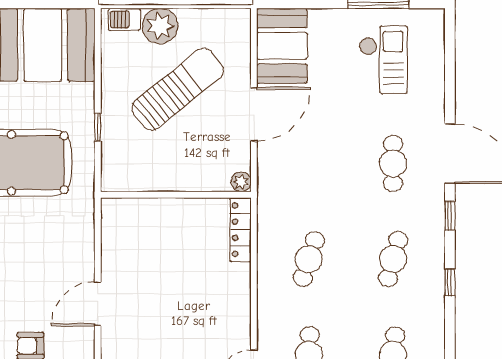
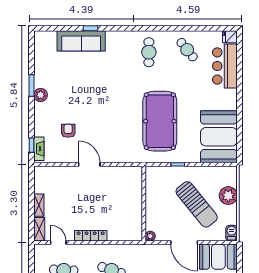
barbecue: (124, 19) -> (232, 233), moved
locker: (240, 230) -> (91, 236), moved

